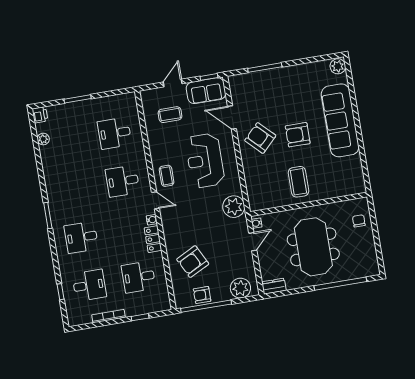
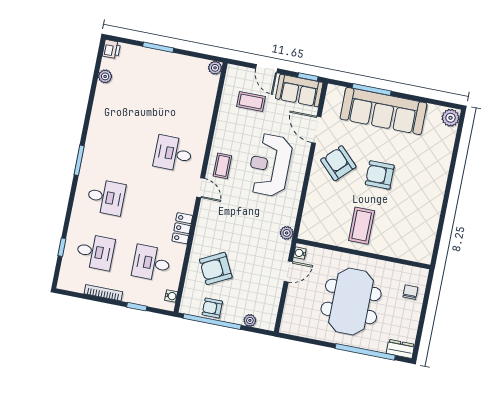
door: (173, 83) -> (267, 69), swing flipped
plant: (130, 98) -> (215, 68), added
sofa: (340, 120) -> (383, 111), moved, turned -90
desk: (114, 133) -> (184, 99), removed
plant: (234, 207) -> (287, 233), width x0.53, depth x0.53
water cooler: (152, 220) -> (171, 296), moved
desk: (81, 237) -> (106, 197), turned 180
dresser: (274, 286) -> (400, 349), moved
plant: (240, 288) -> (250, 320), width x0.53, depth x0.53

